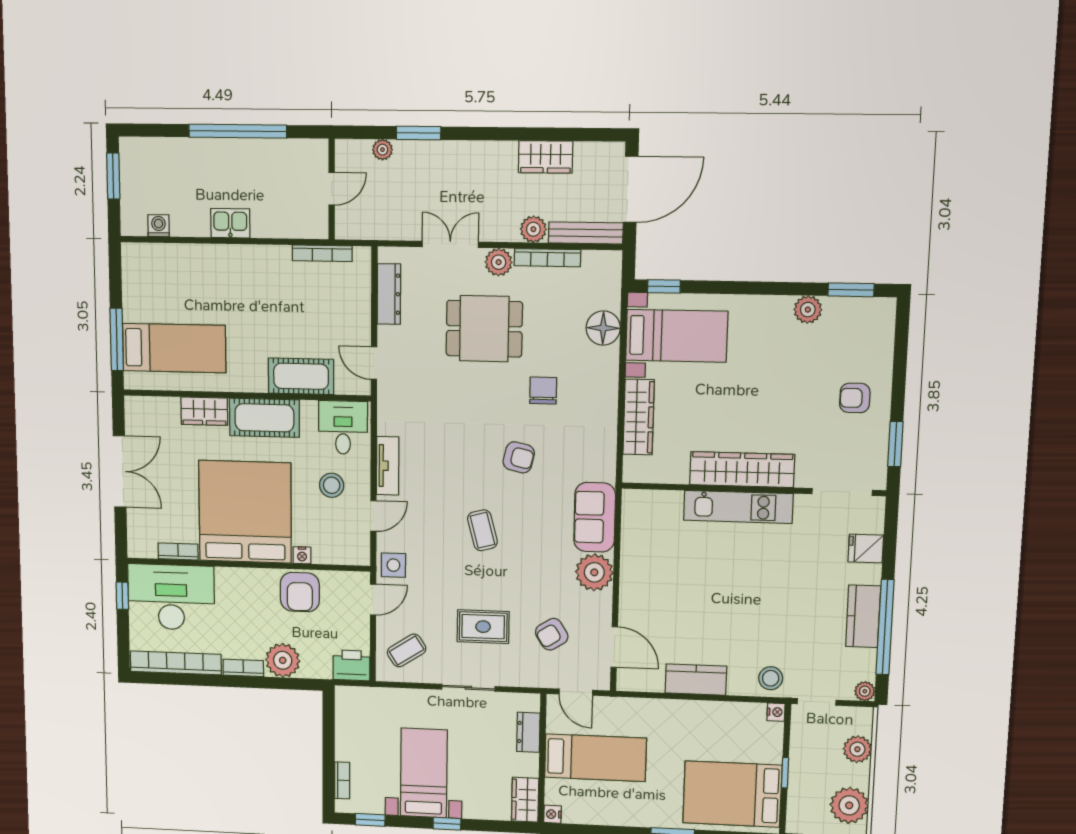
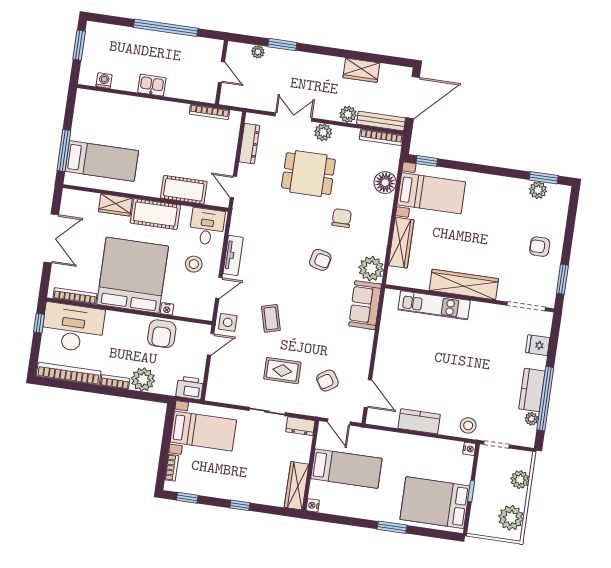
door: (332, 189) -> (221, 72), hinge flipped
bookcase: (547, 258) -> (381, 137), moved
plant: (808, 310) -> (538, 190), moved
kitchen unit: (738, 507) -> (434, 305), moved
coffee table: (482, 530) -> (271, 318), moved
bookcase: (178, 551) -> (75, 296), width x1.56
plant: (594, 572) -> (371, 269), moved
coffee table: (407, 650) -> (229, 381), removed
plant: (865, 691) -> (531, 419), moved
dresser: (528, 732) -> (300, 426), moved, turned -90
bed with nightstands: (424, 773) -> (203, 431), moved, turned 90
wardrobe: (525, 800) -> (297, 486), width x1.50

